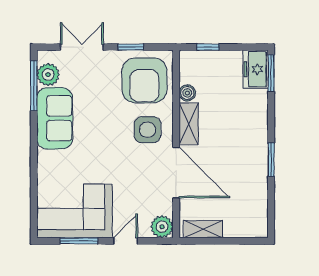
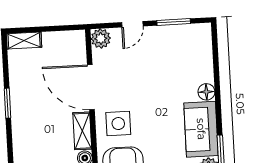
floor lamp: (46, 160) -> (206, 92), added
corner sofa: (74, 211) -> (179, 48), removed
shelving: (203, 229) -> (24, 41), moved

